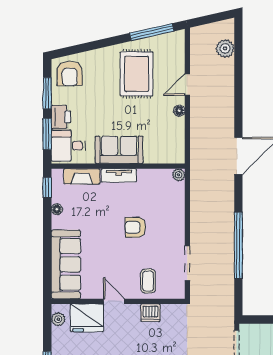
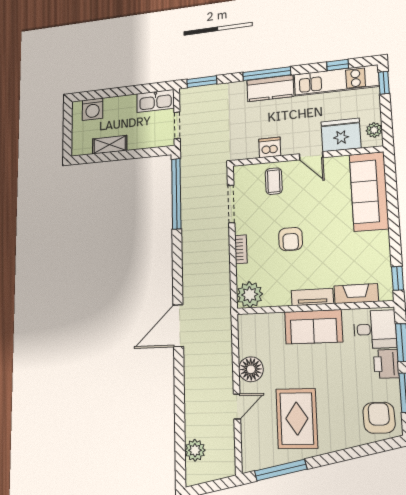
floor lamp: (179, 111) -> (251, 369), width x1.89, depth x1.89
plant: (179, 175) -> (250, 295), width x1.88, depth x1.88
floor lamp: (57, 209) -> (384, 254), removed
bookcase: (180, 221) -> (241, 249), added
armchair: (135, 227) -> (291, 239), turned 90
window: (238, 245) -> (176, 194), moved

